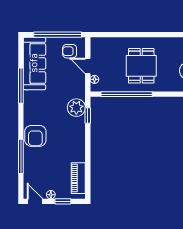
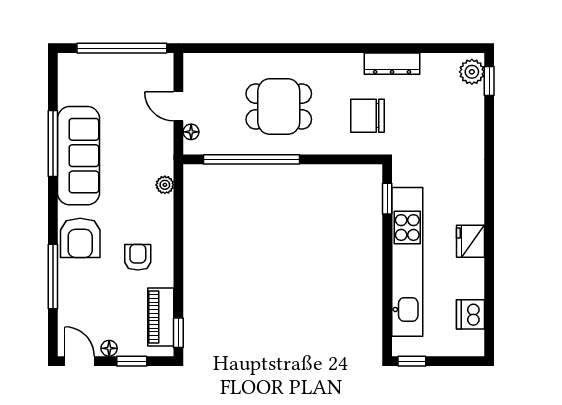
armchair: (70, 51) -> (138, 257), moved, turned 90
sofa: (34, 63) -> (79, 156), moved
dining table: (141, 66) -> (279, 106), turned 90
plant: (76, 108) -> (165, 185), width x0.53, depth x0.53
window: (88, 116) -> (178, 333), moved

